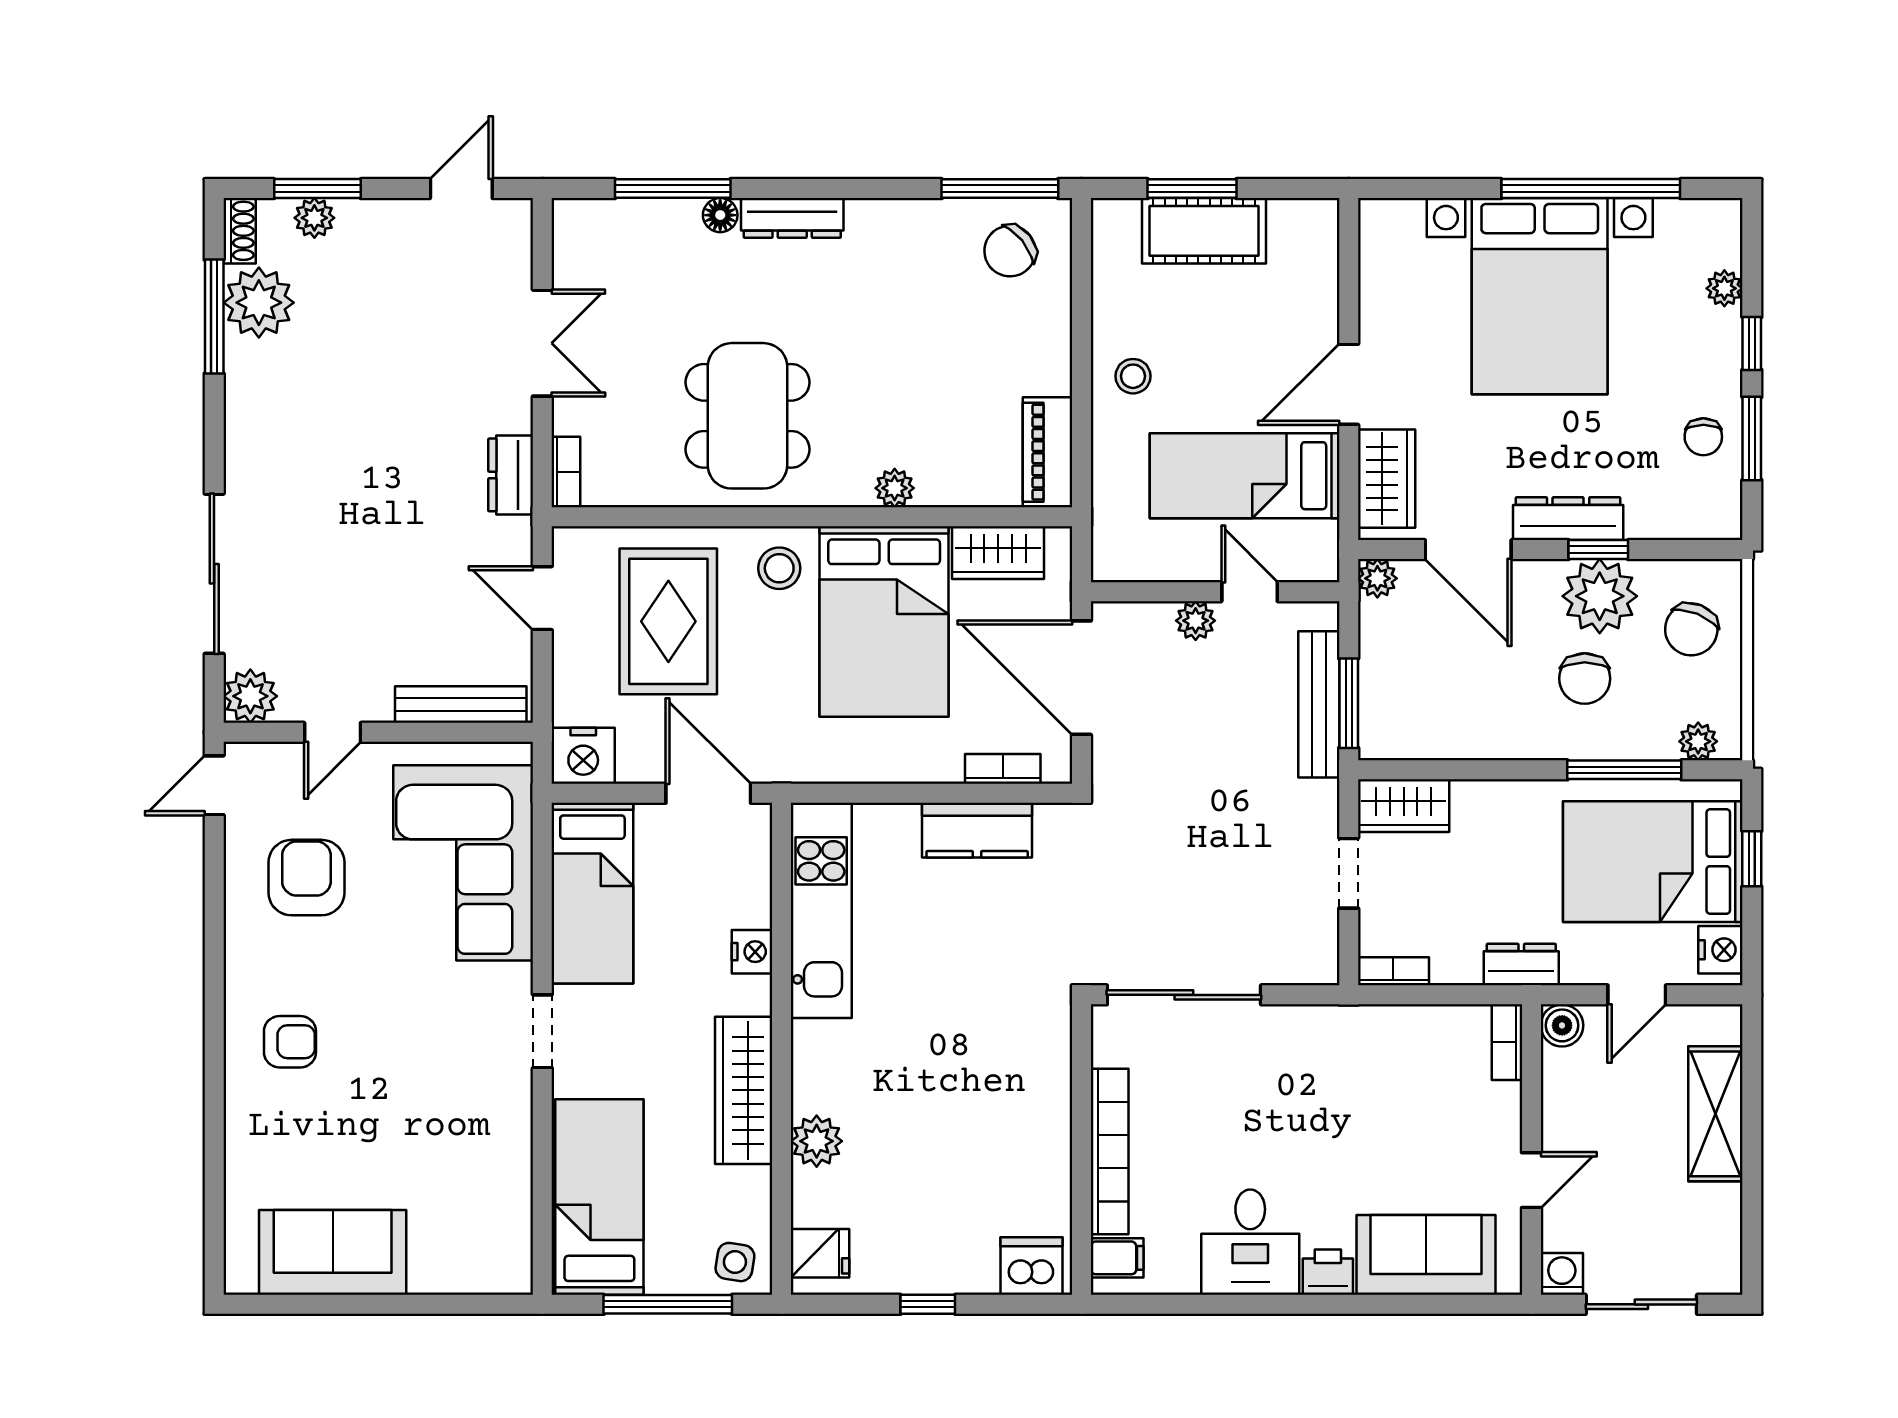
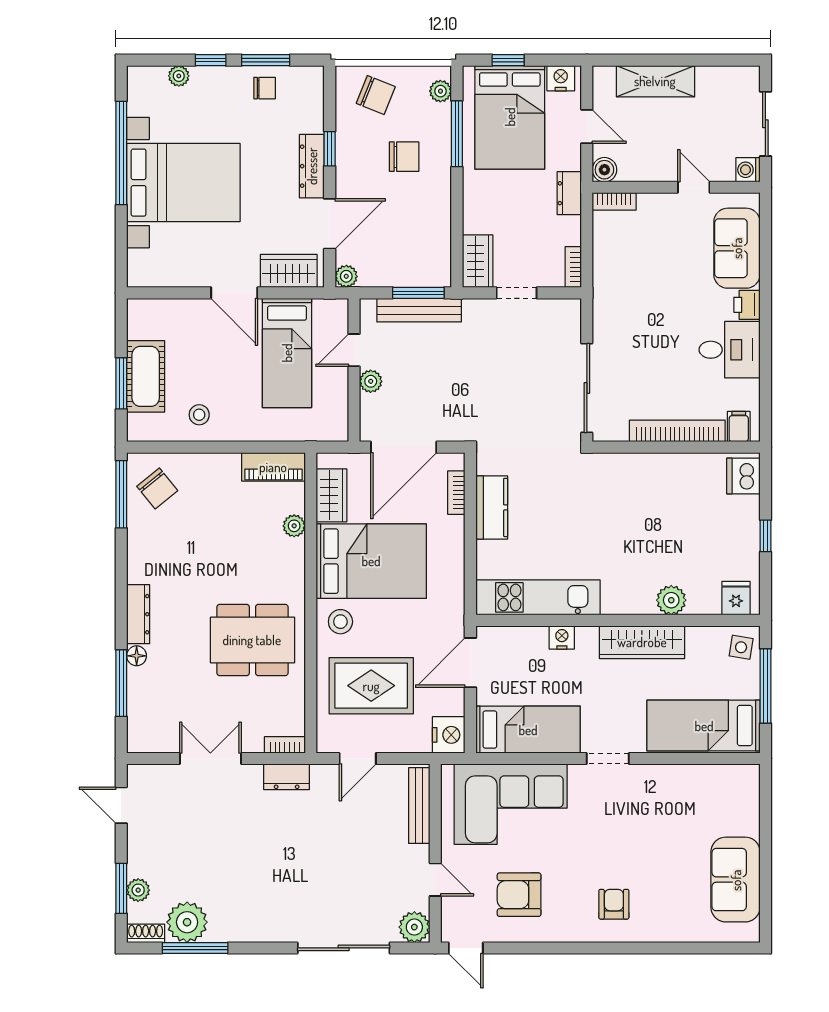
stool: (1133, 376) -> (199, 415), moved
plant: (895, 488) -> (294, 526), moved
plant: (1600, 596) -> (357, 148), removed

